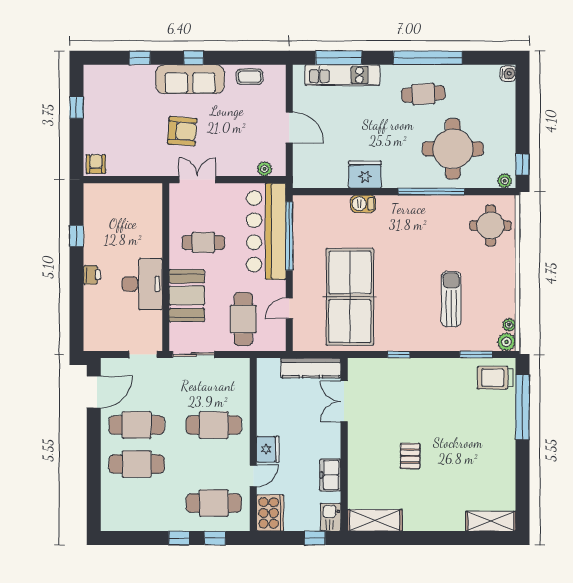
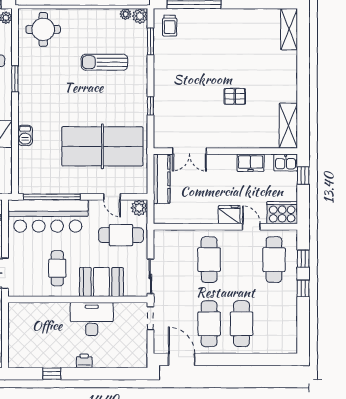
window: (431, 192) -> (15, 79), width x0.47
plant: (276, 341) -> (139, 208), added
trolley: (495, 378) -> (170, 26), width x0.73, depth x0.72

